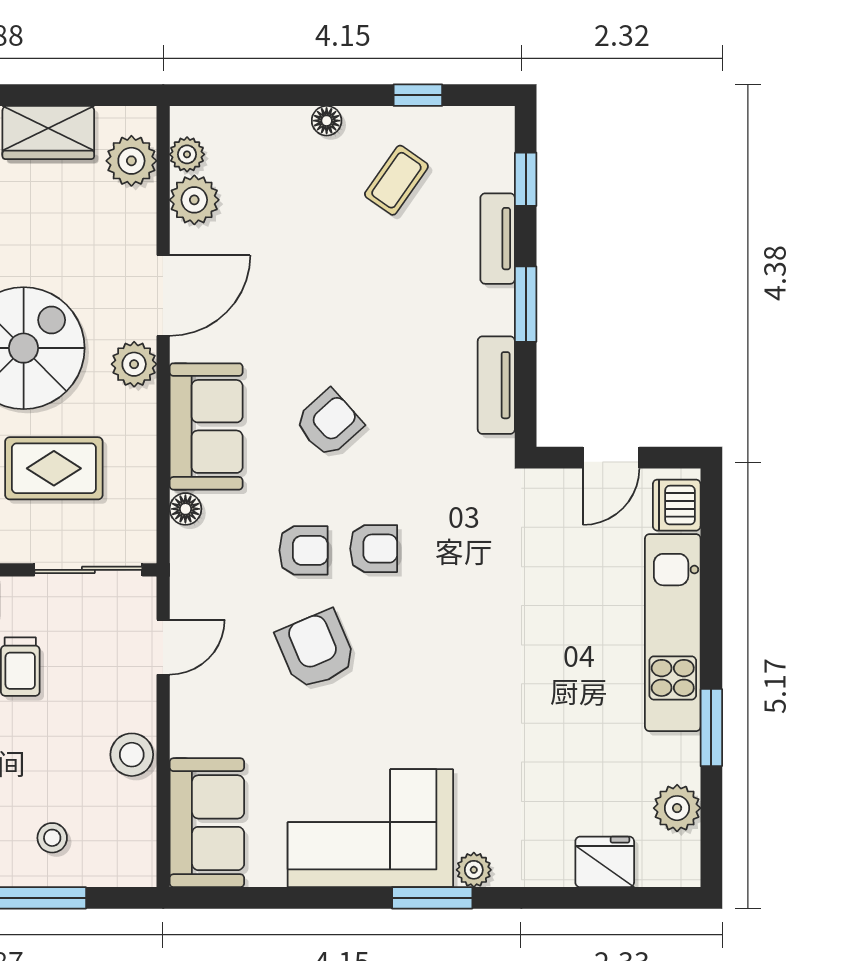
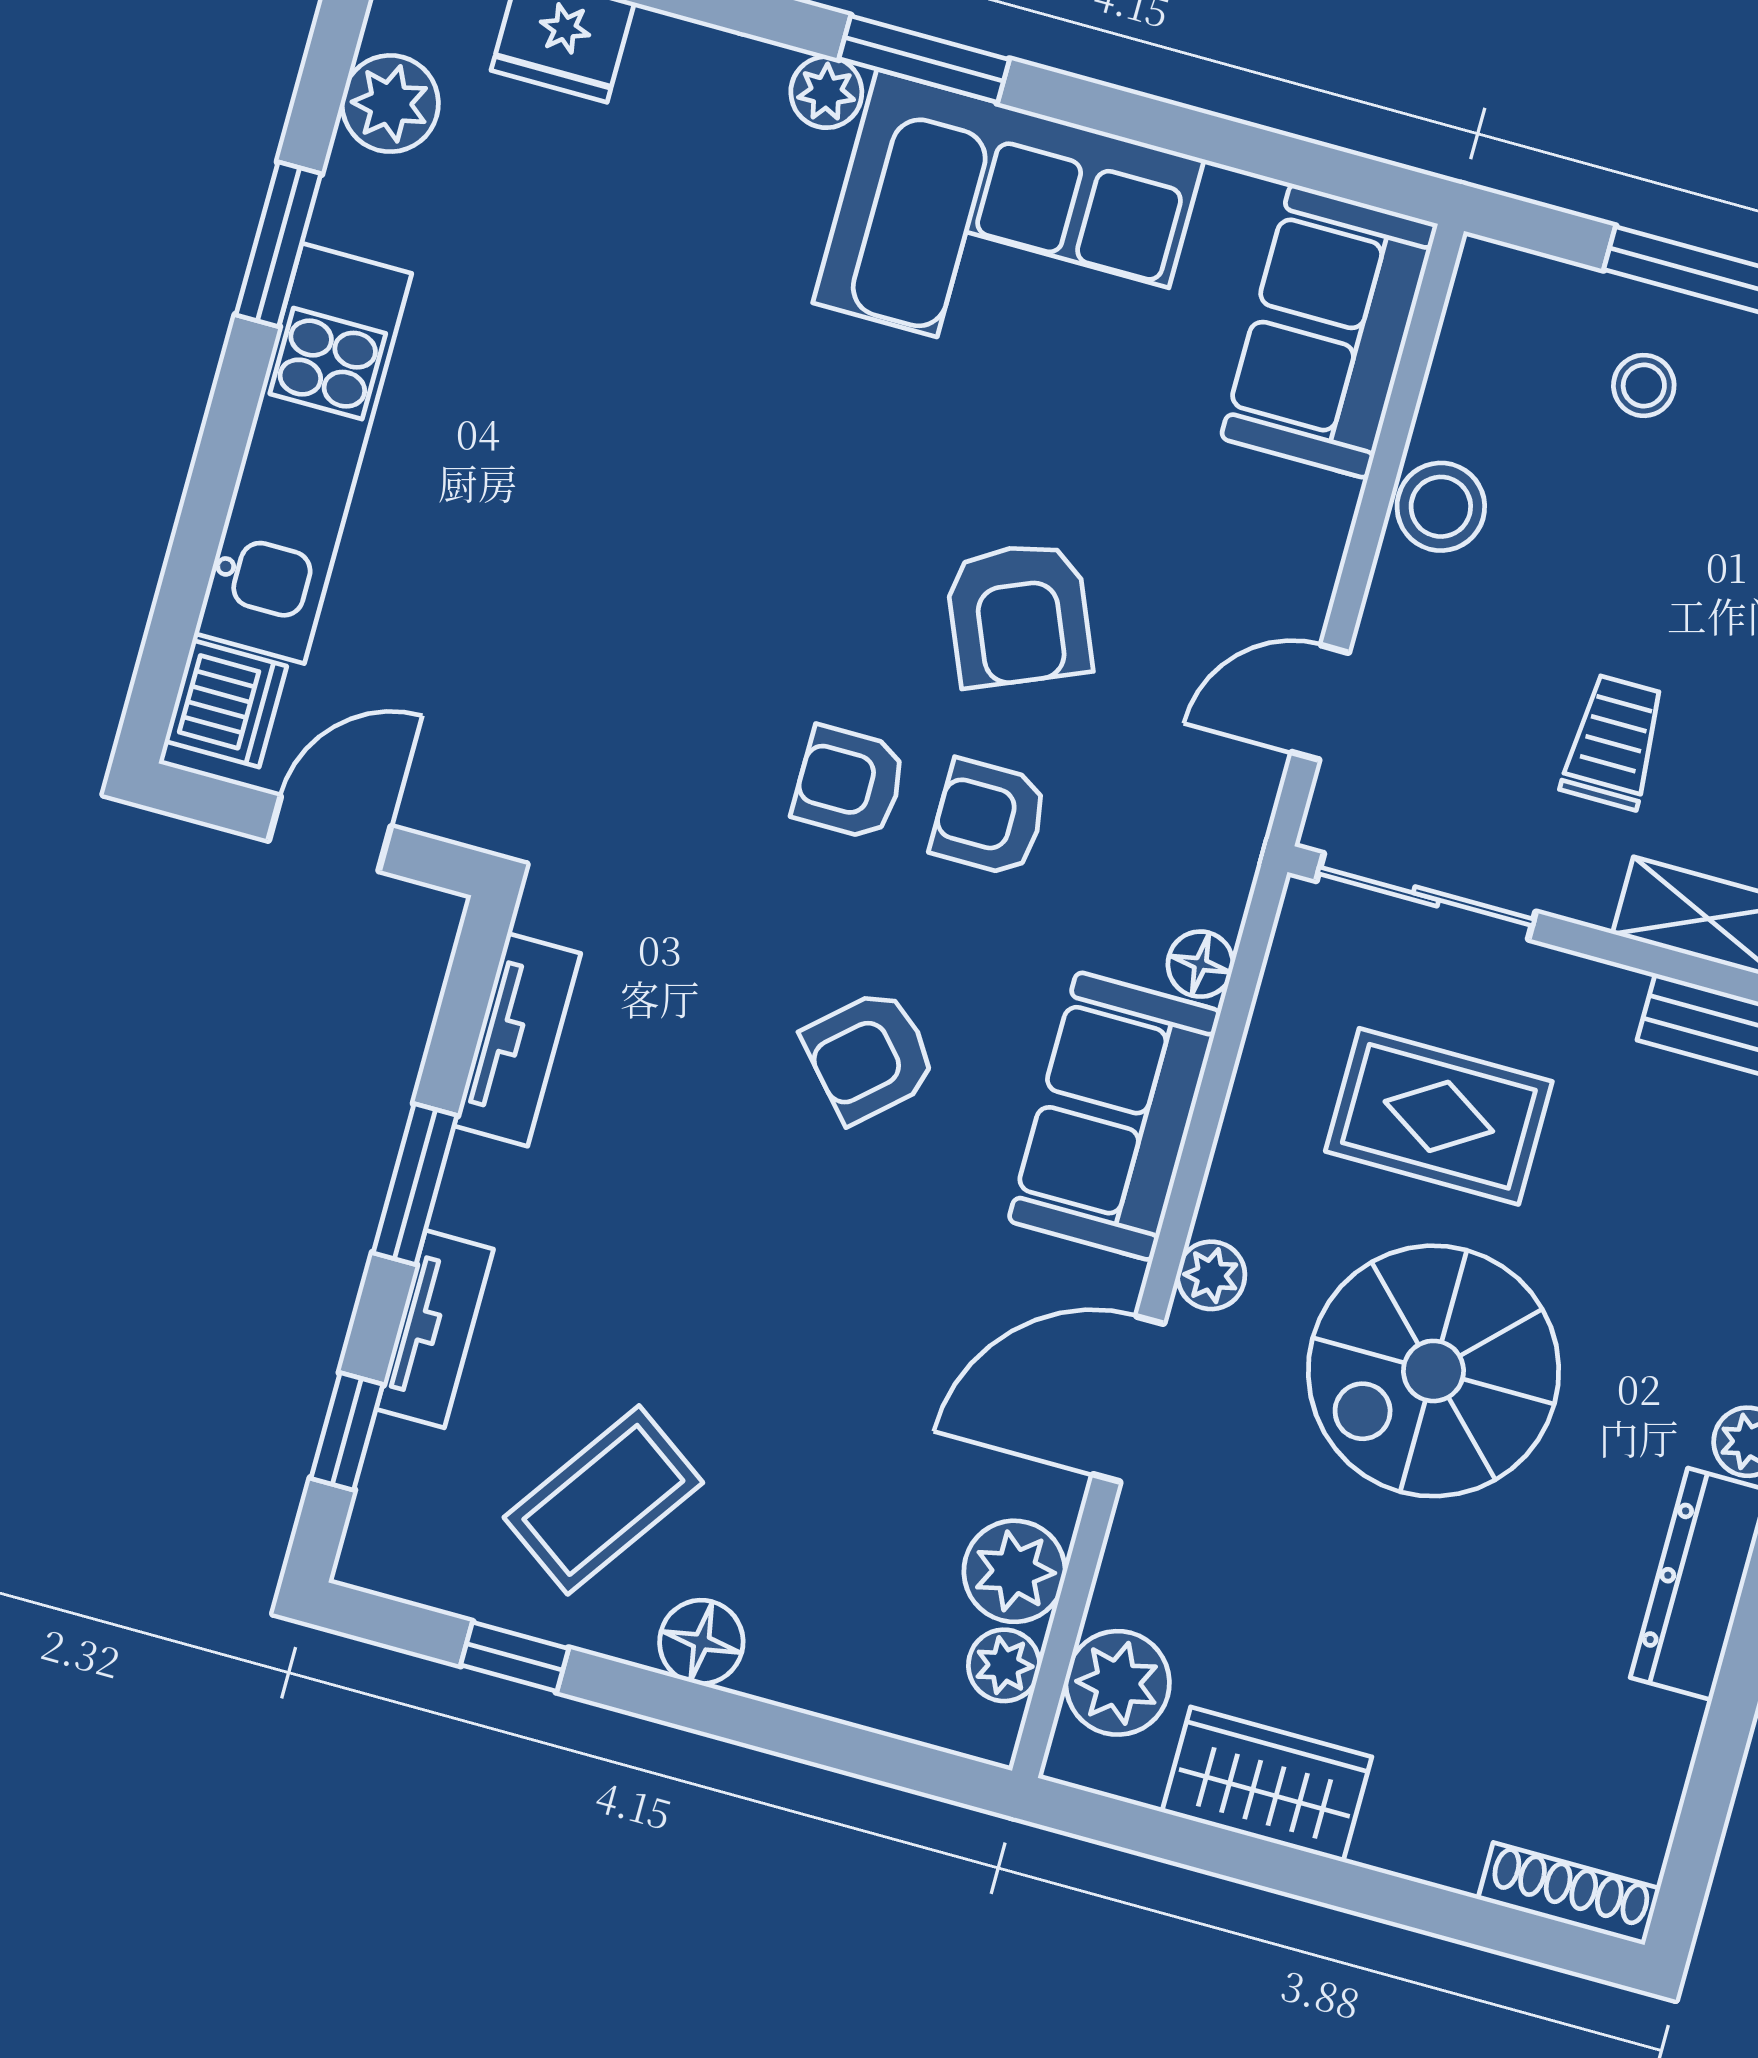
floor lamp: (327, 121) -> (701, 1642), width x1.37, depth x1.37
coffee table: (396, 180) -> (603, 1500), width x1.36, depth x1.30
plant: (134, 364) -> (1211, 1275), width x0.73, depth x0.73

